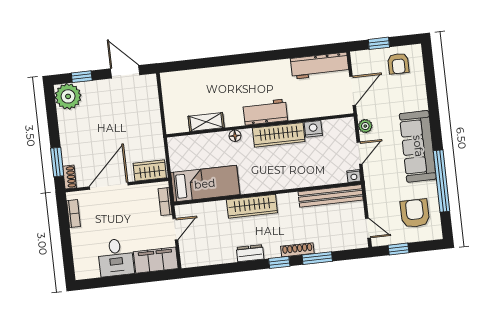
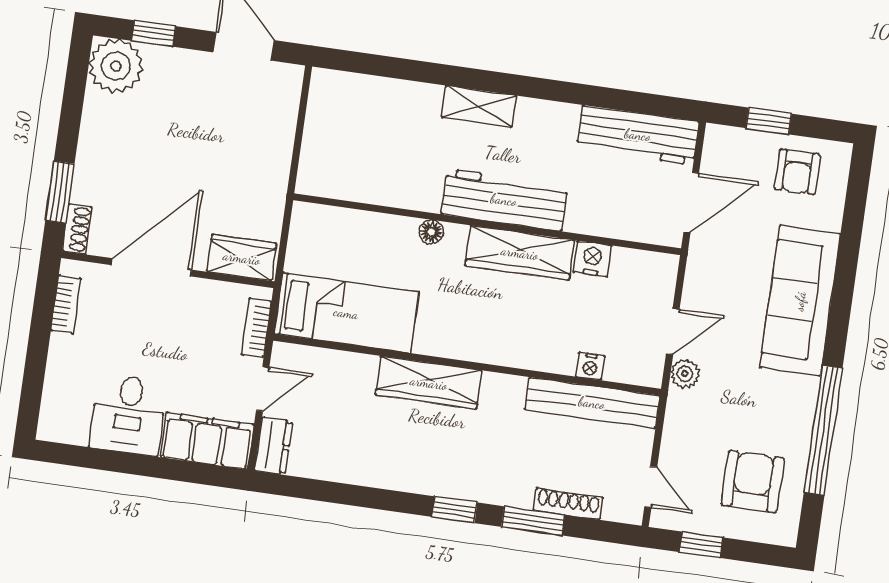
workbench: (265, 112) -> (504, 200), width x1.38
shelving: (206, 122) -> (479, 106), moved
plant: (365, 126) -> (685, 374), moved
sofa: (418, 146) -> (800, 301), moved
nightstand: (354, 176) -> (590, 366), moved
shoe rack: (297, 250) -> (568, 504), moved
dresser: (250, 253) -> (274, 446), moved, turned 90

